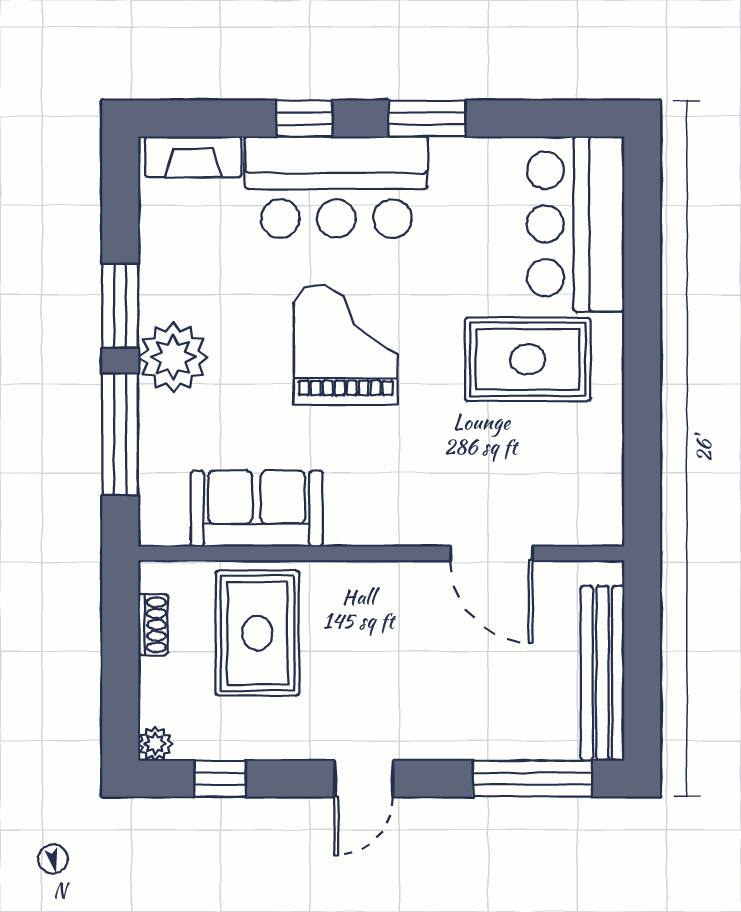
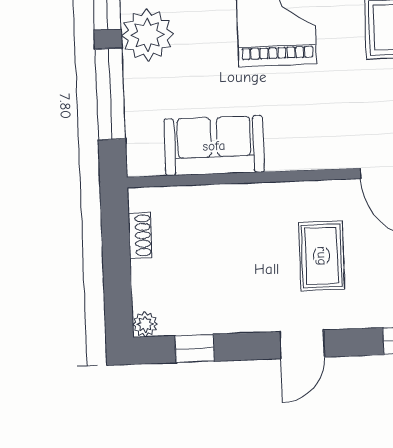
rug: (257, 633) -> (322, 256), moved, width x0.73, depth x0.70

